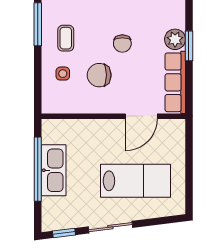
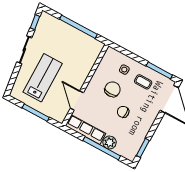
window: (189, 46) -> (102, 148), width x2.11
window: (189, 164) -> (36, 113), added
kitchen sink: (54, 170) -> (73, 35), removed
lab bench: (135, 181) -> (43, 78), turned 180

